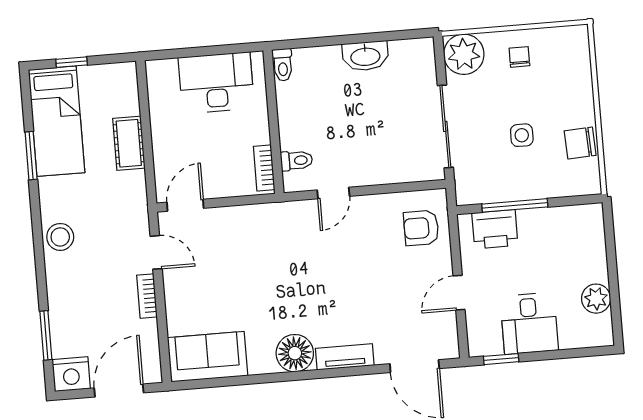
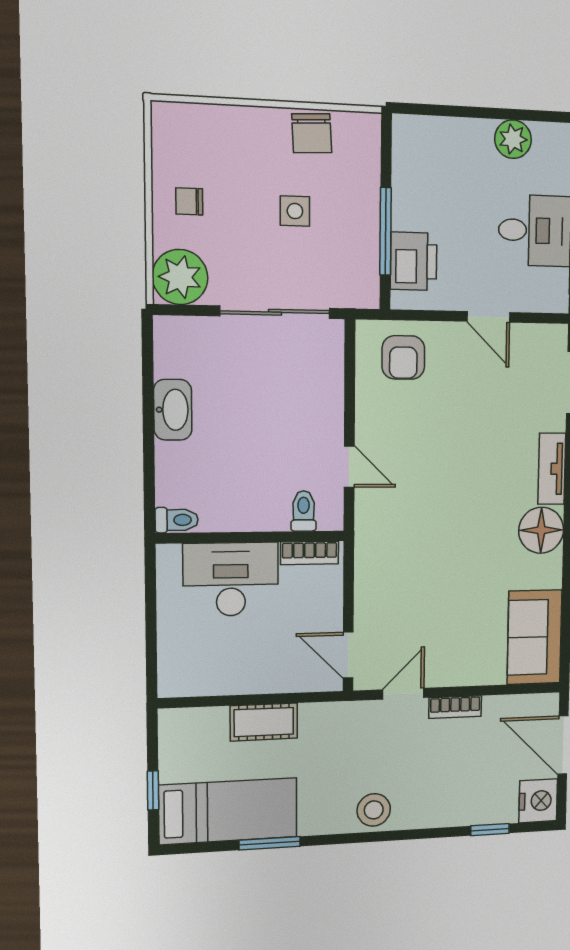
desk: (216, 83) -> (231, 579), moved, turned 90
window: (46, 335) -> (490, 830), width x0.67

